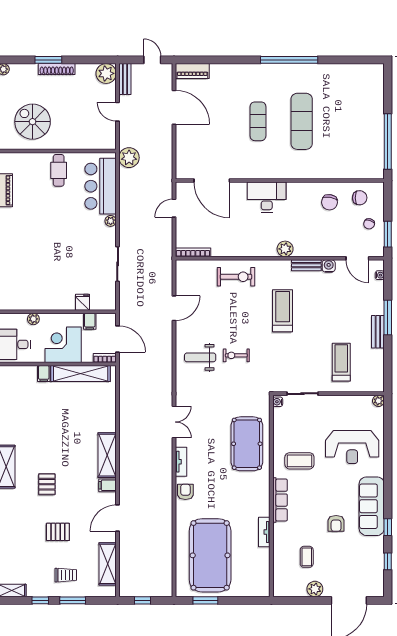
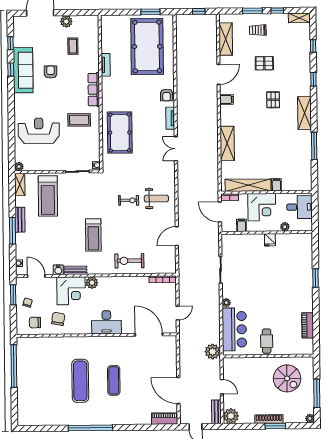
corner desk: (312, 239) -> (71, 291), added
fridge: (82, 302) -> (270, 240), moved
treadmill: (341, 362) -> (48, 196), width x1.37, depth x1.38
shelving: (378, 378) -> (20, 184), added
shelving: (107, 455) -> (227, 143), moved
sofa: (372, 506) -> (23, 70), moved

